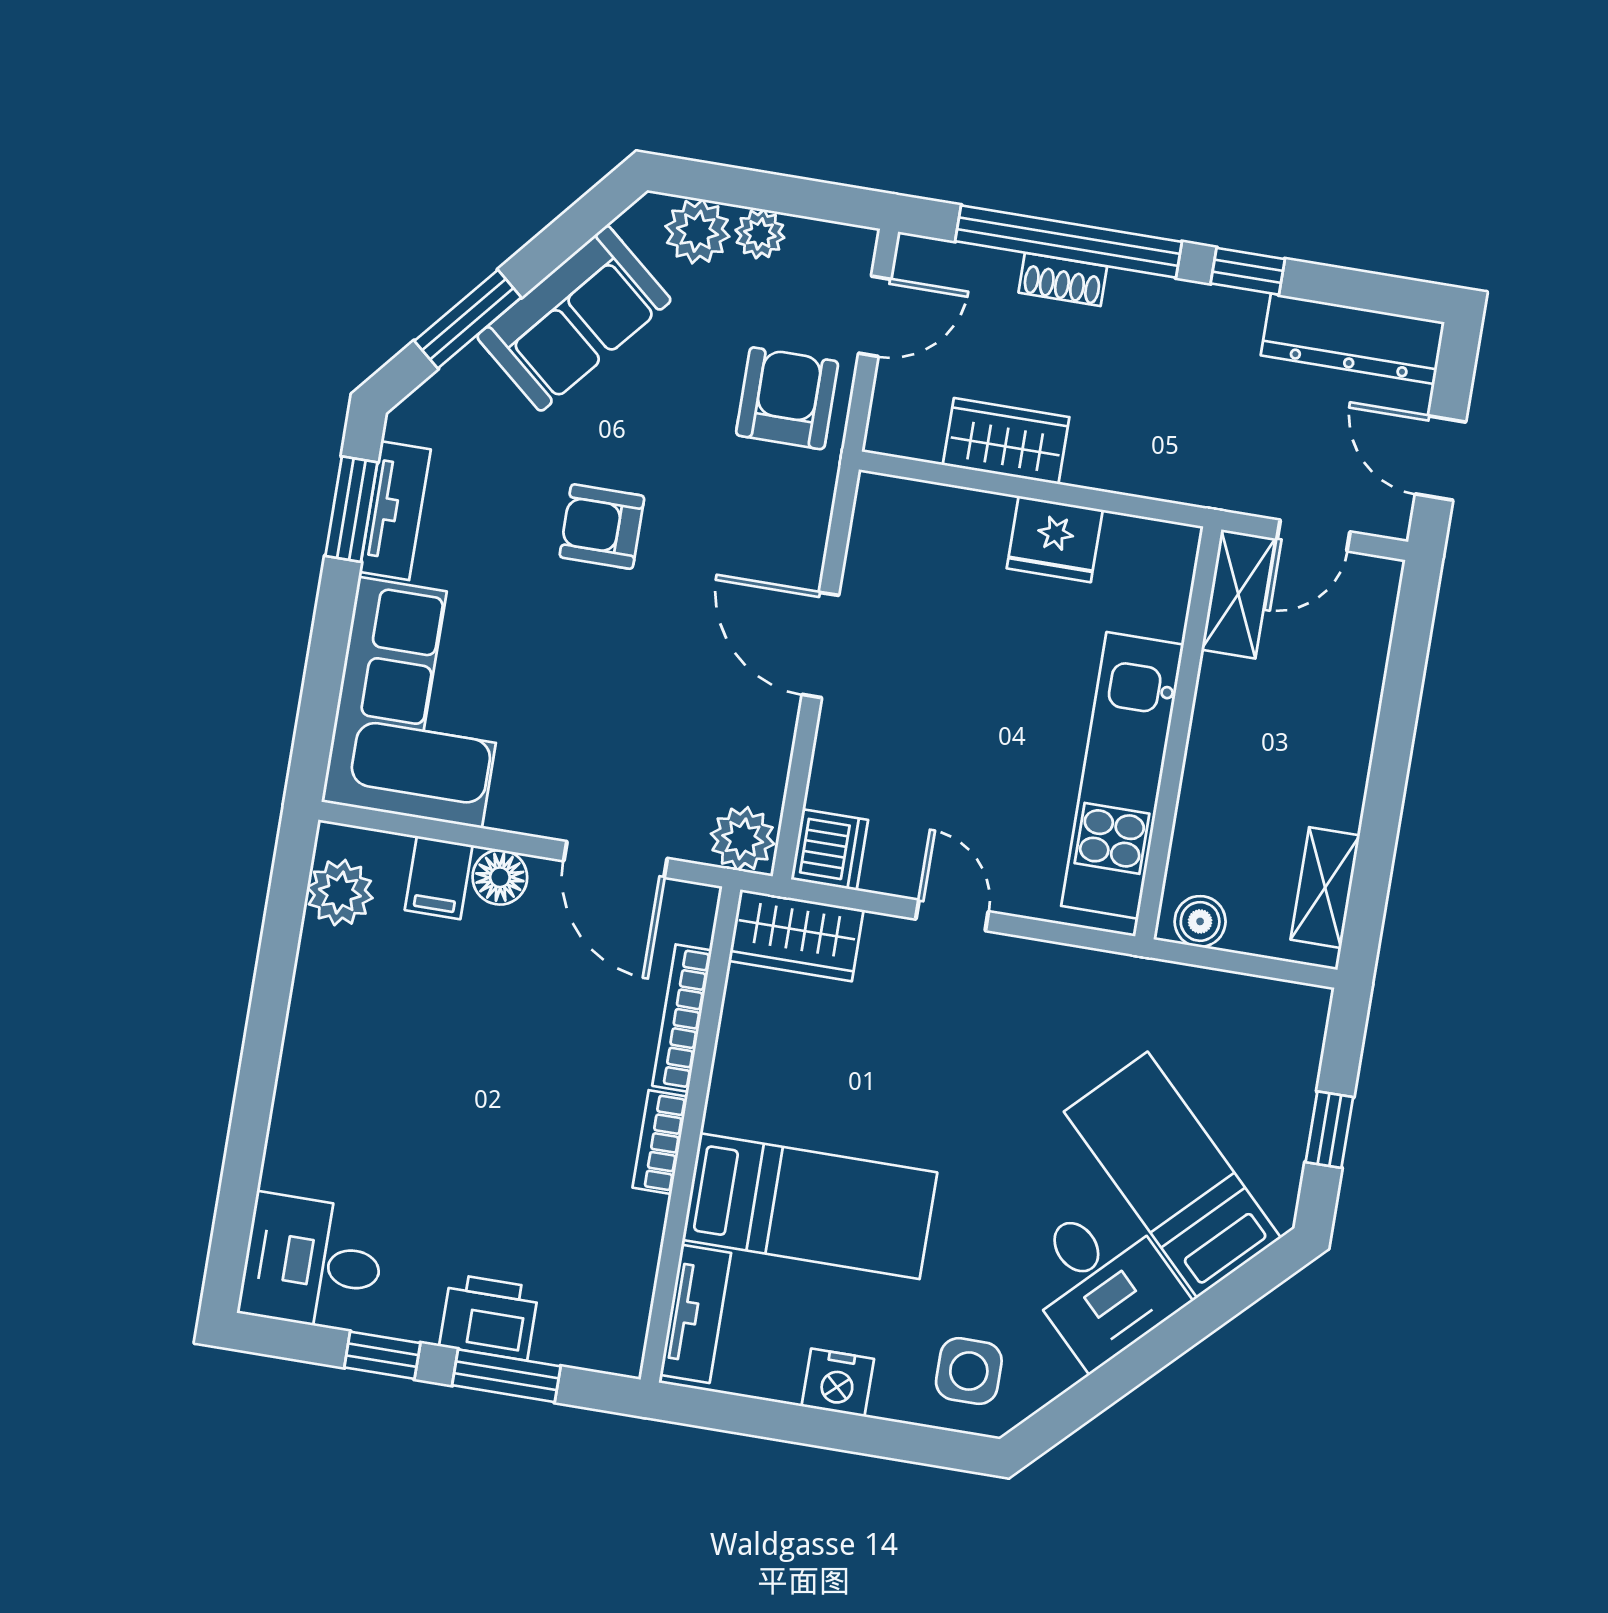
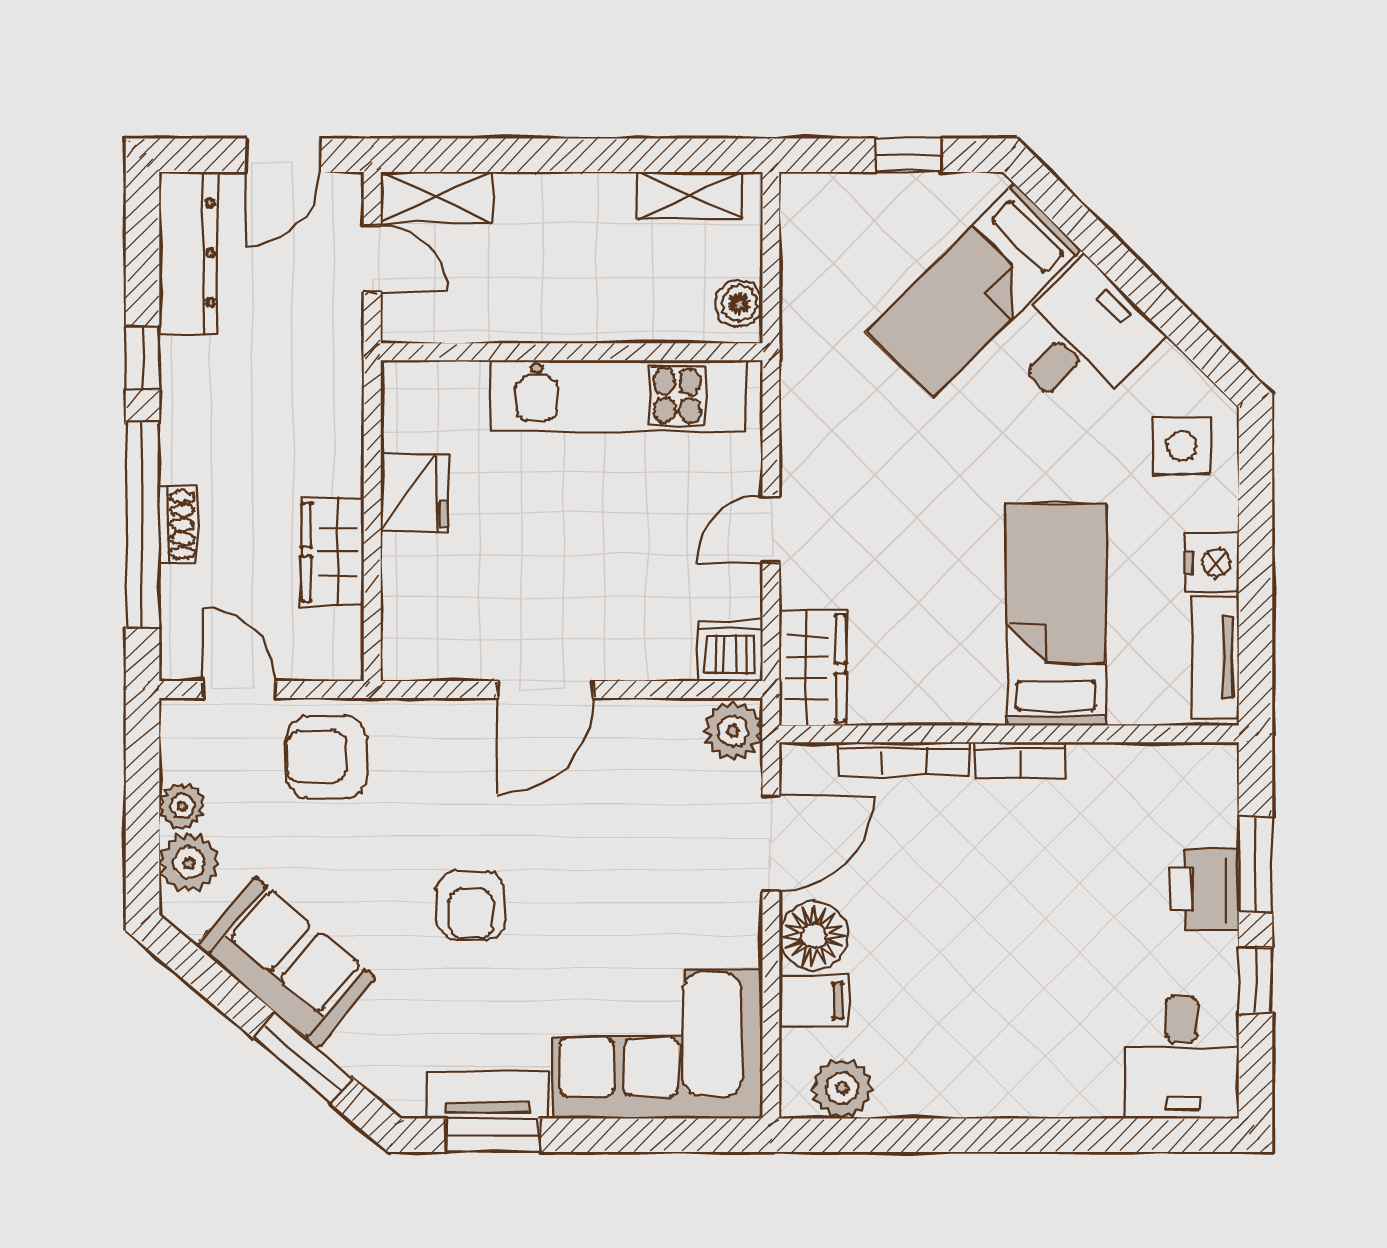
shelving: (1238, 594) -> (437, 197), moved
floor lamp: (500, 877) -> (814, 936), width x1.38, depth x1.38
tv unit: (695, 1314) -> (1216, 657), moved, turned -90

